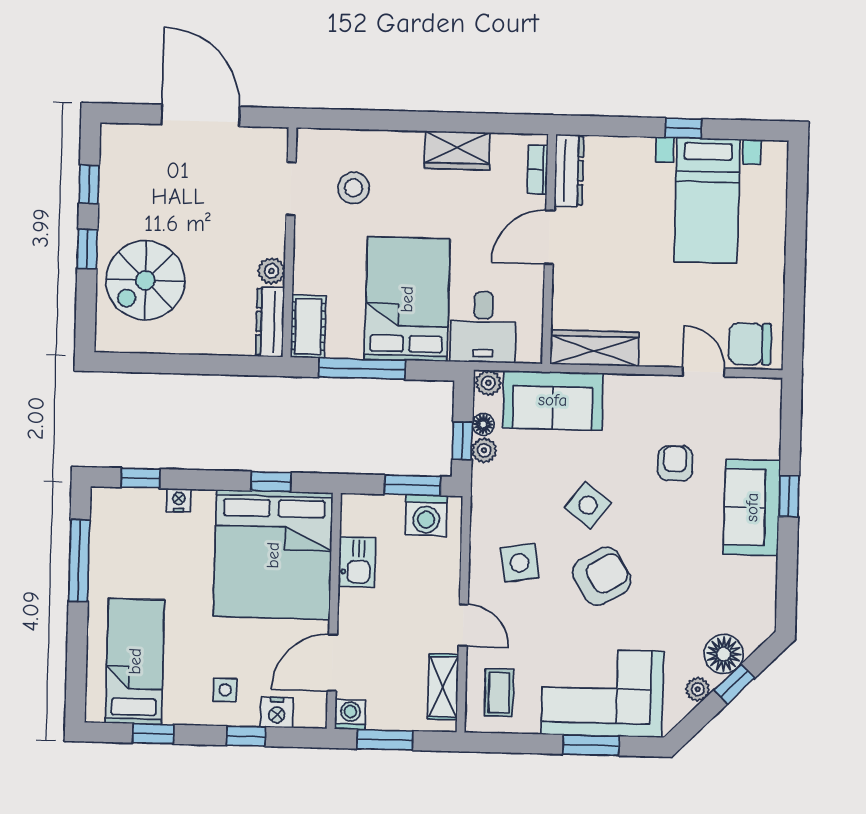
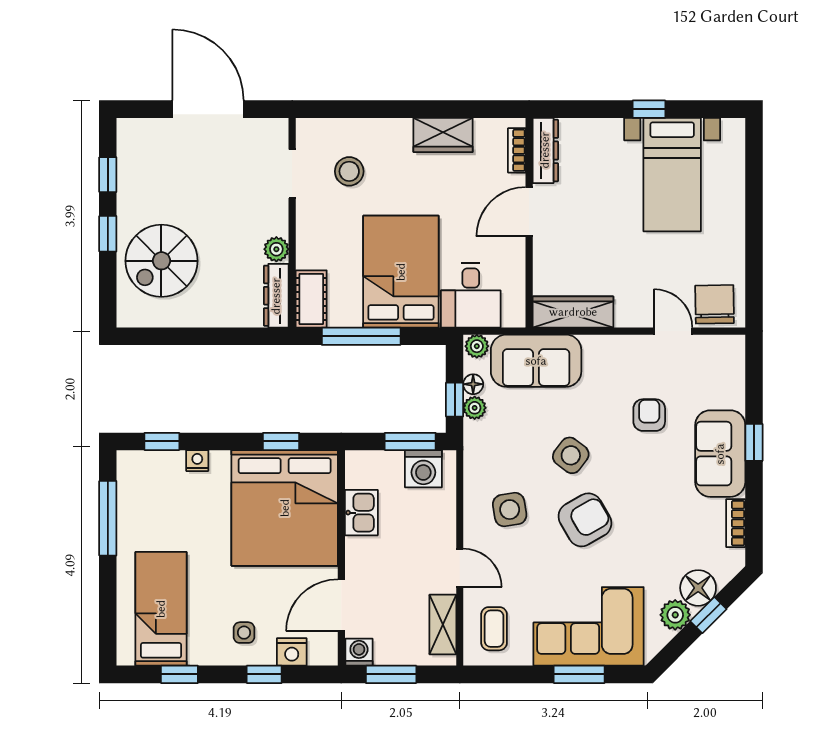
chair: (750, 344) -> (715, 304), turned 89
bookcase: (767, 584) -> (736, 523), added
plant: (698, 689) -> (675, 615), width x1.38, depth x1.38

